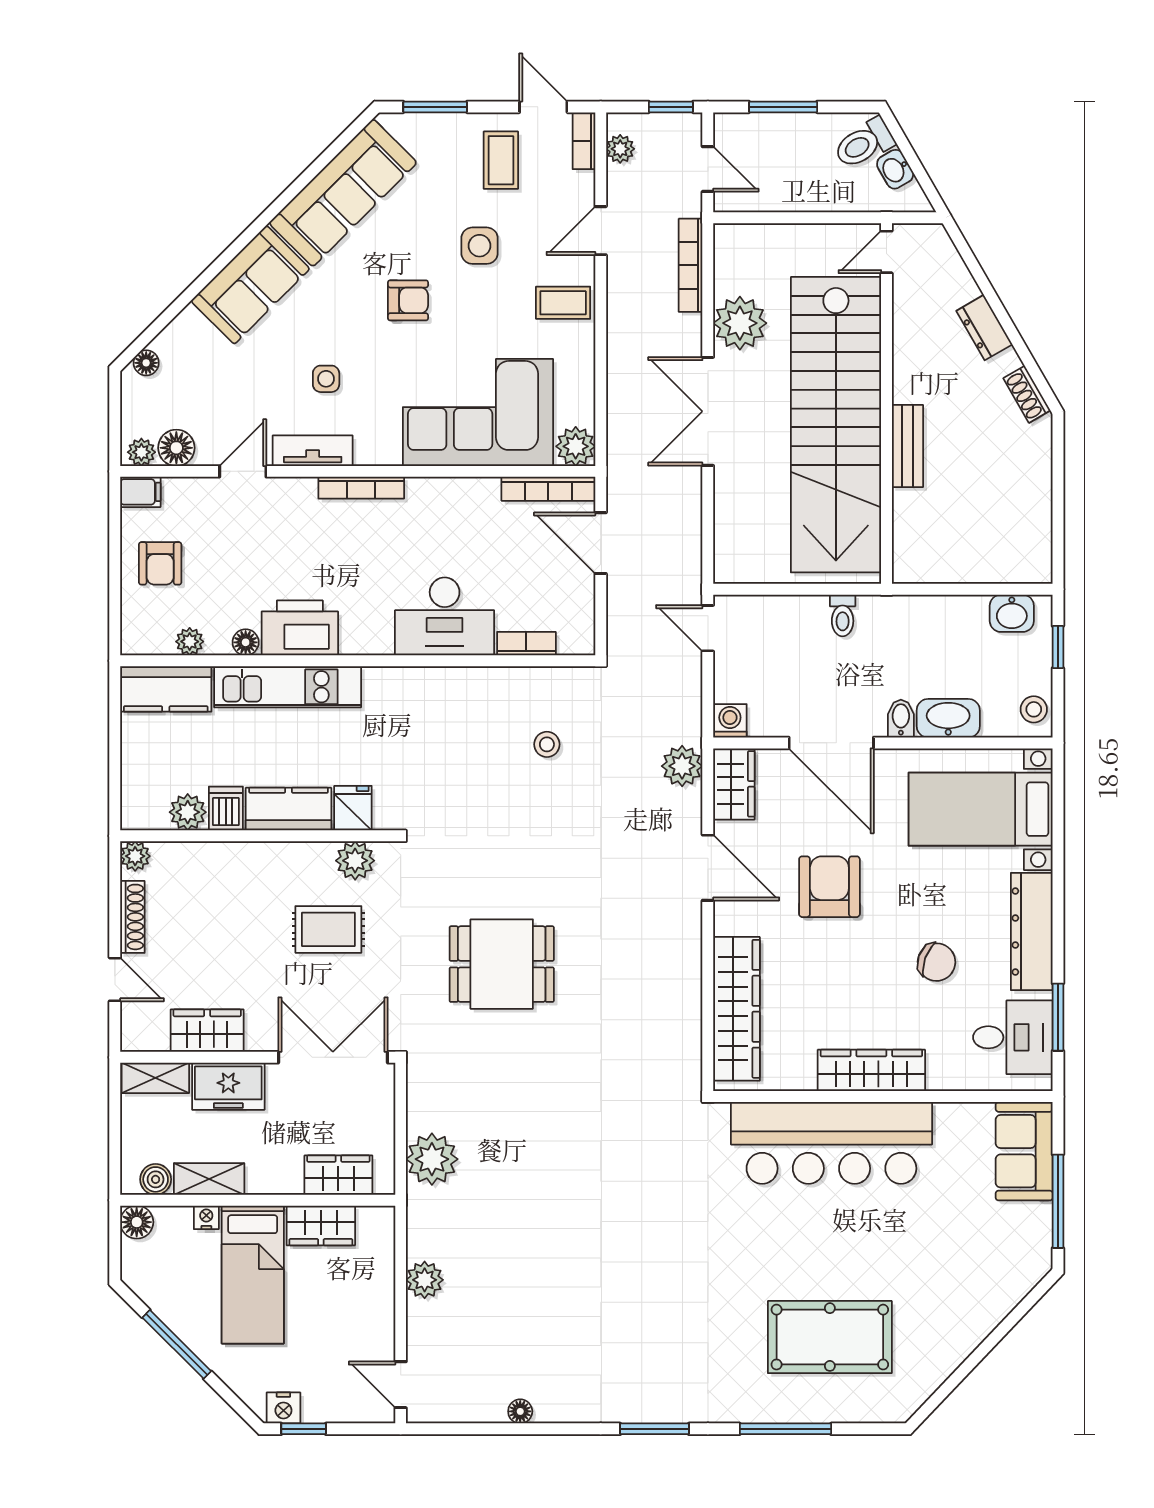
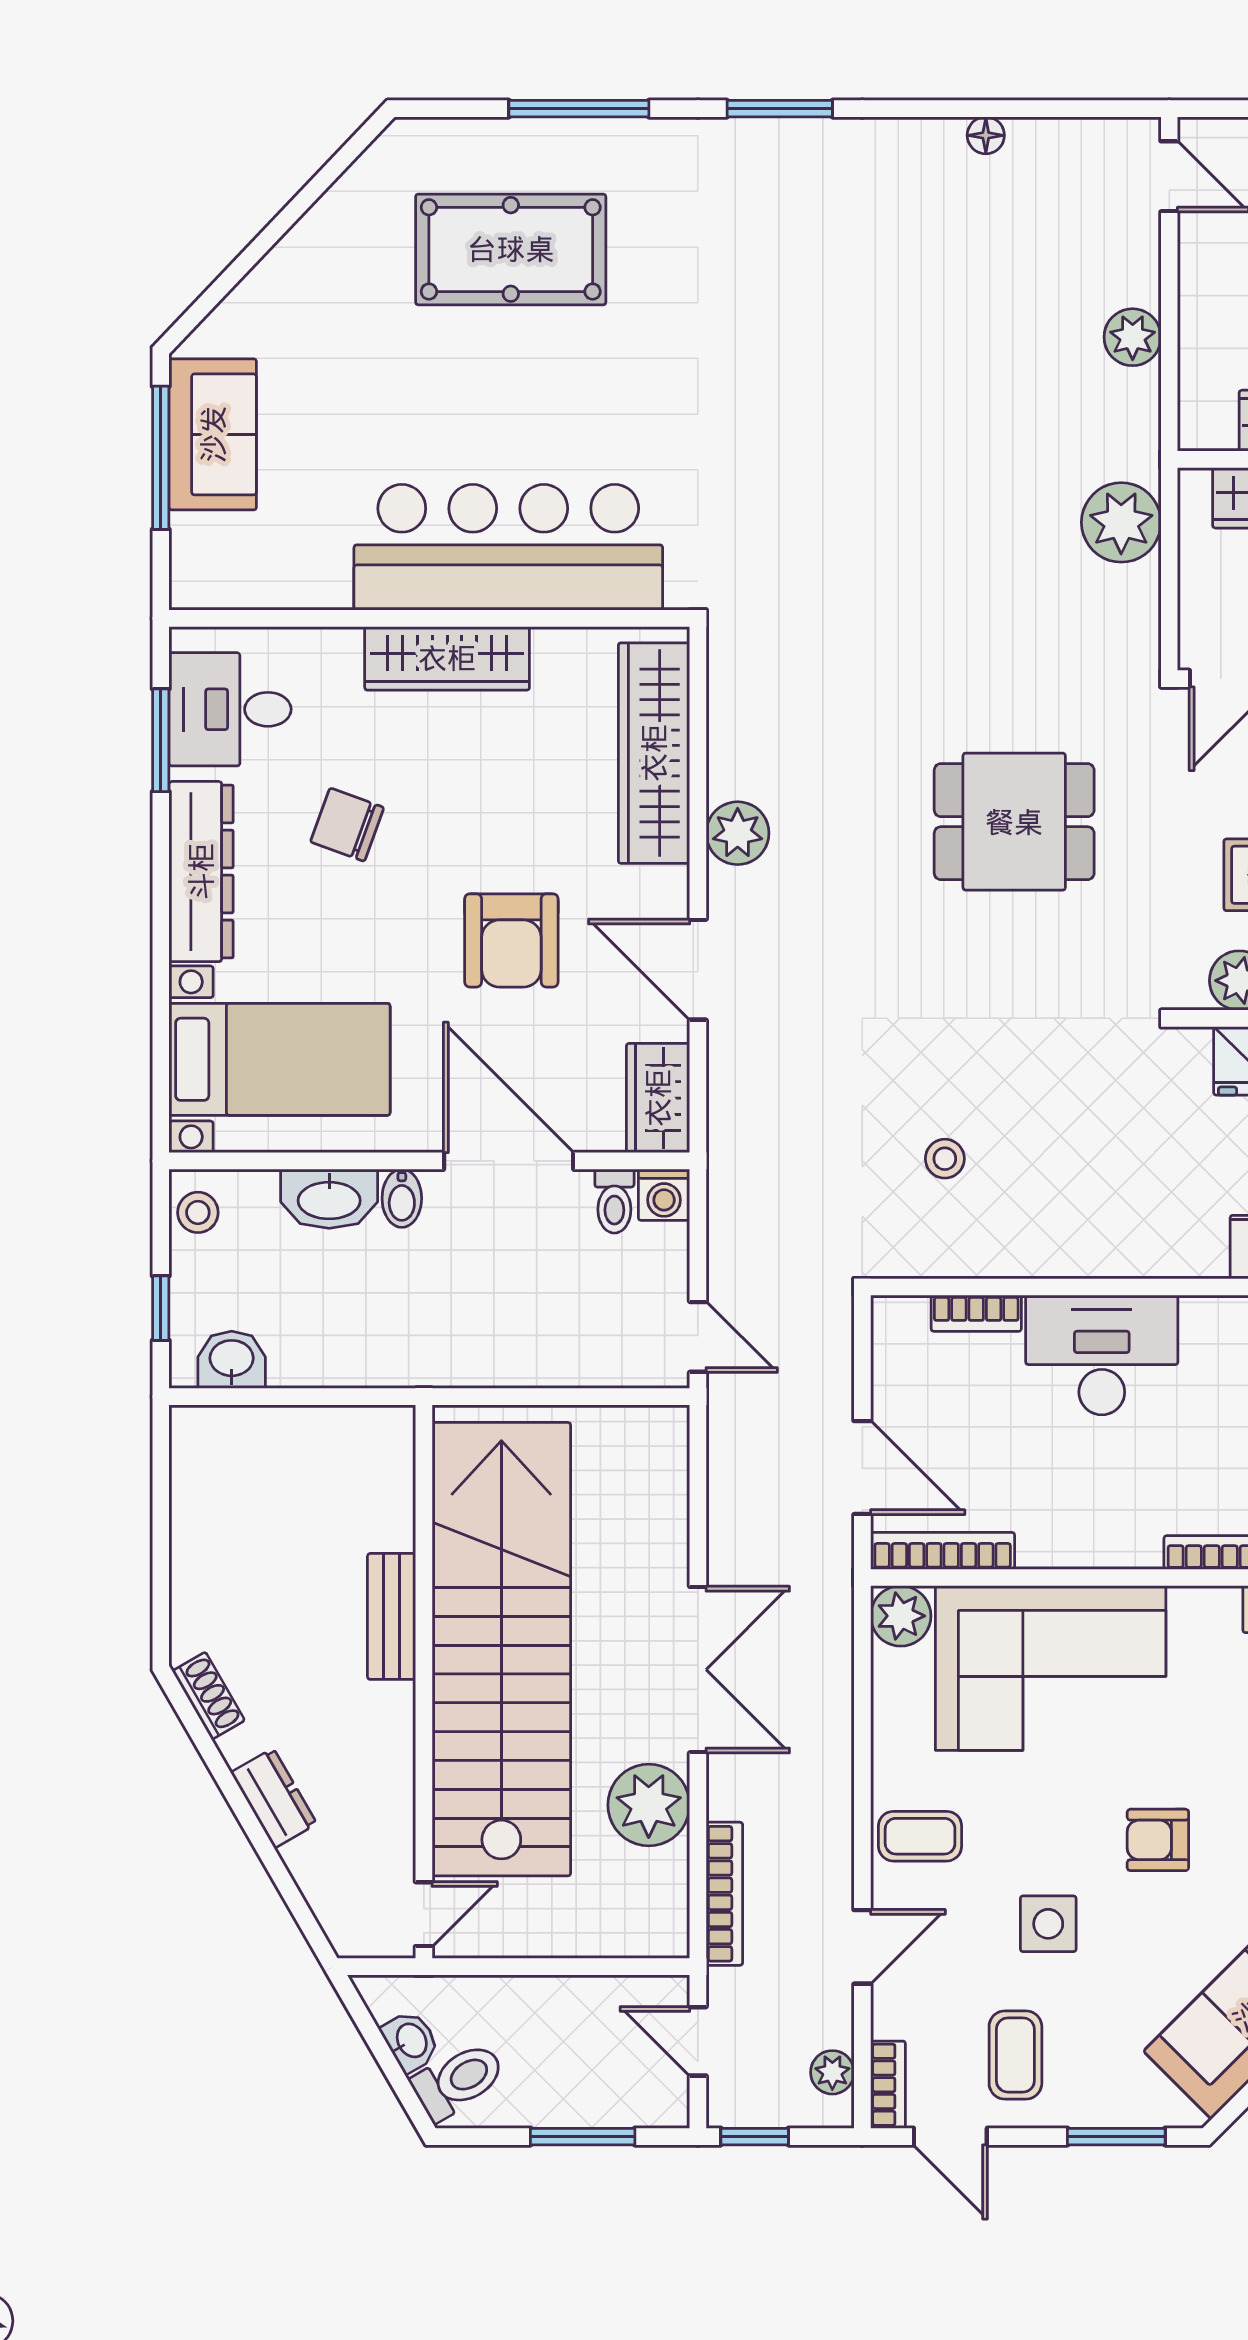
toilet: (843, 615) -> (614, 1201), moved, turned 180
plant: (682, 766) -> (738, 833), moved
sofa: (1024, 1151) -> (213, 434), moved

